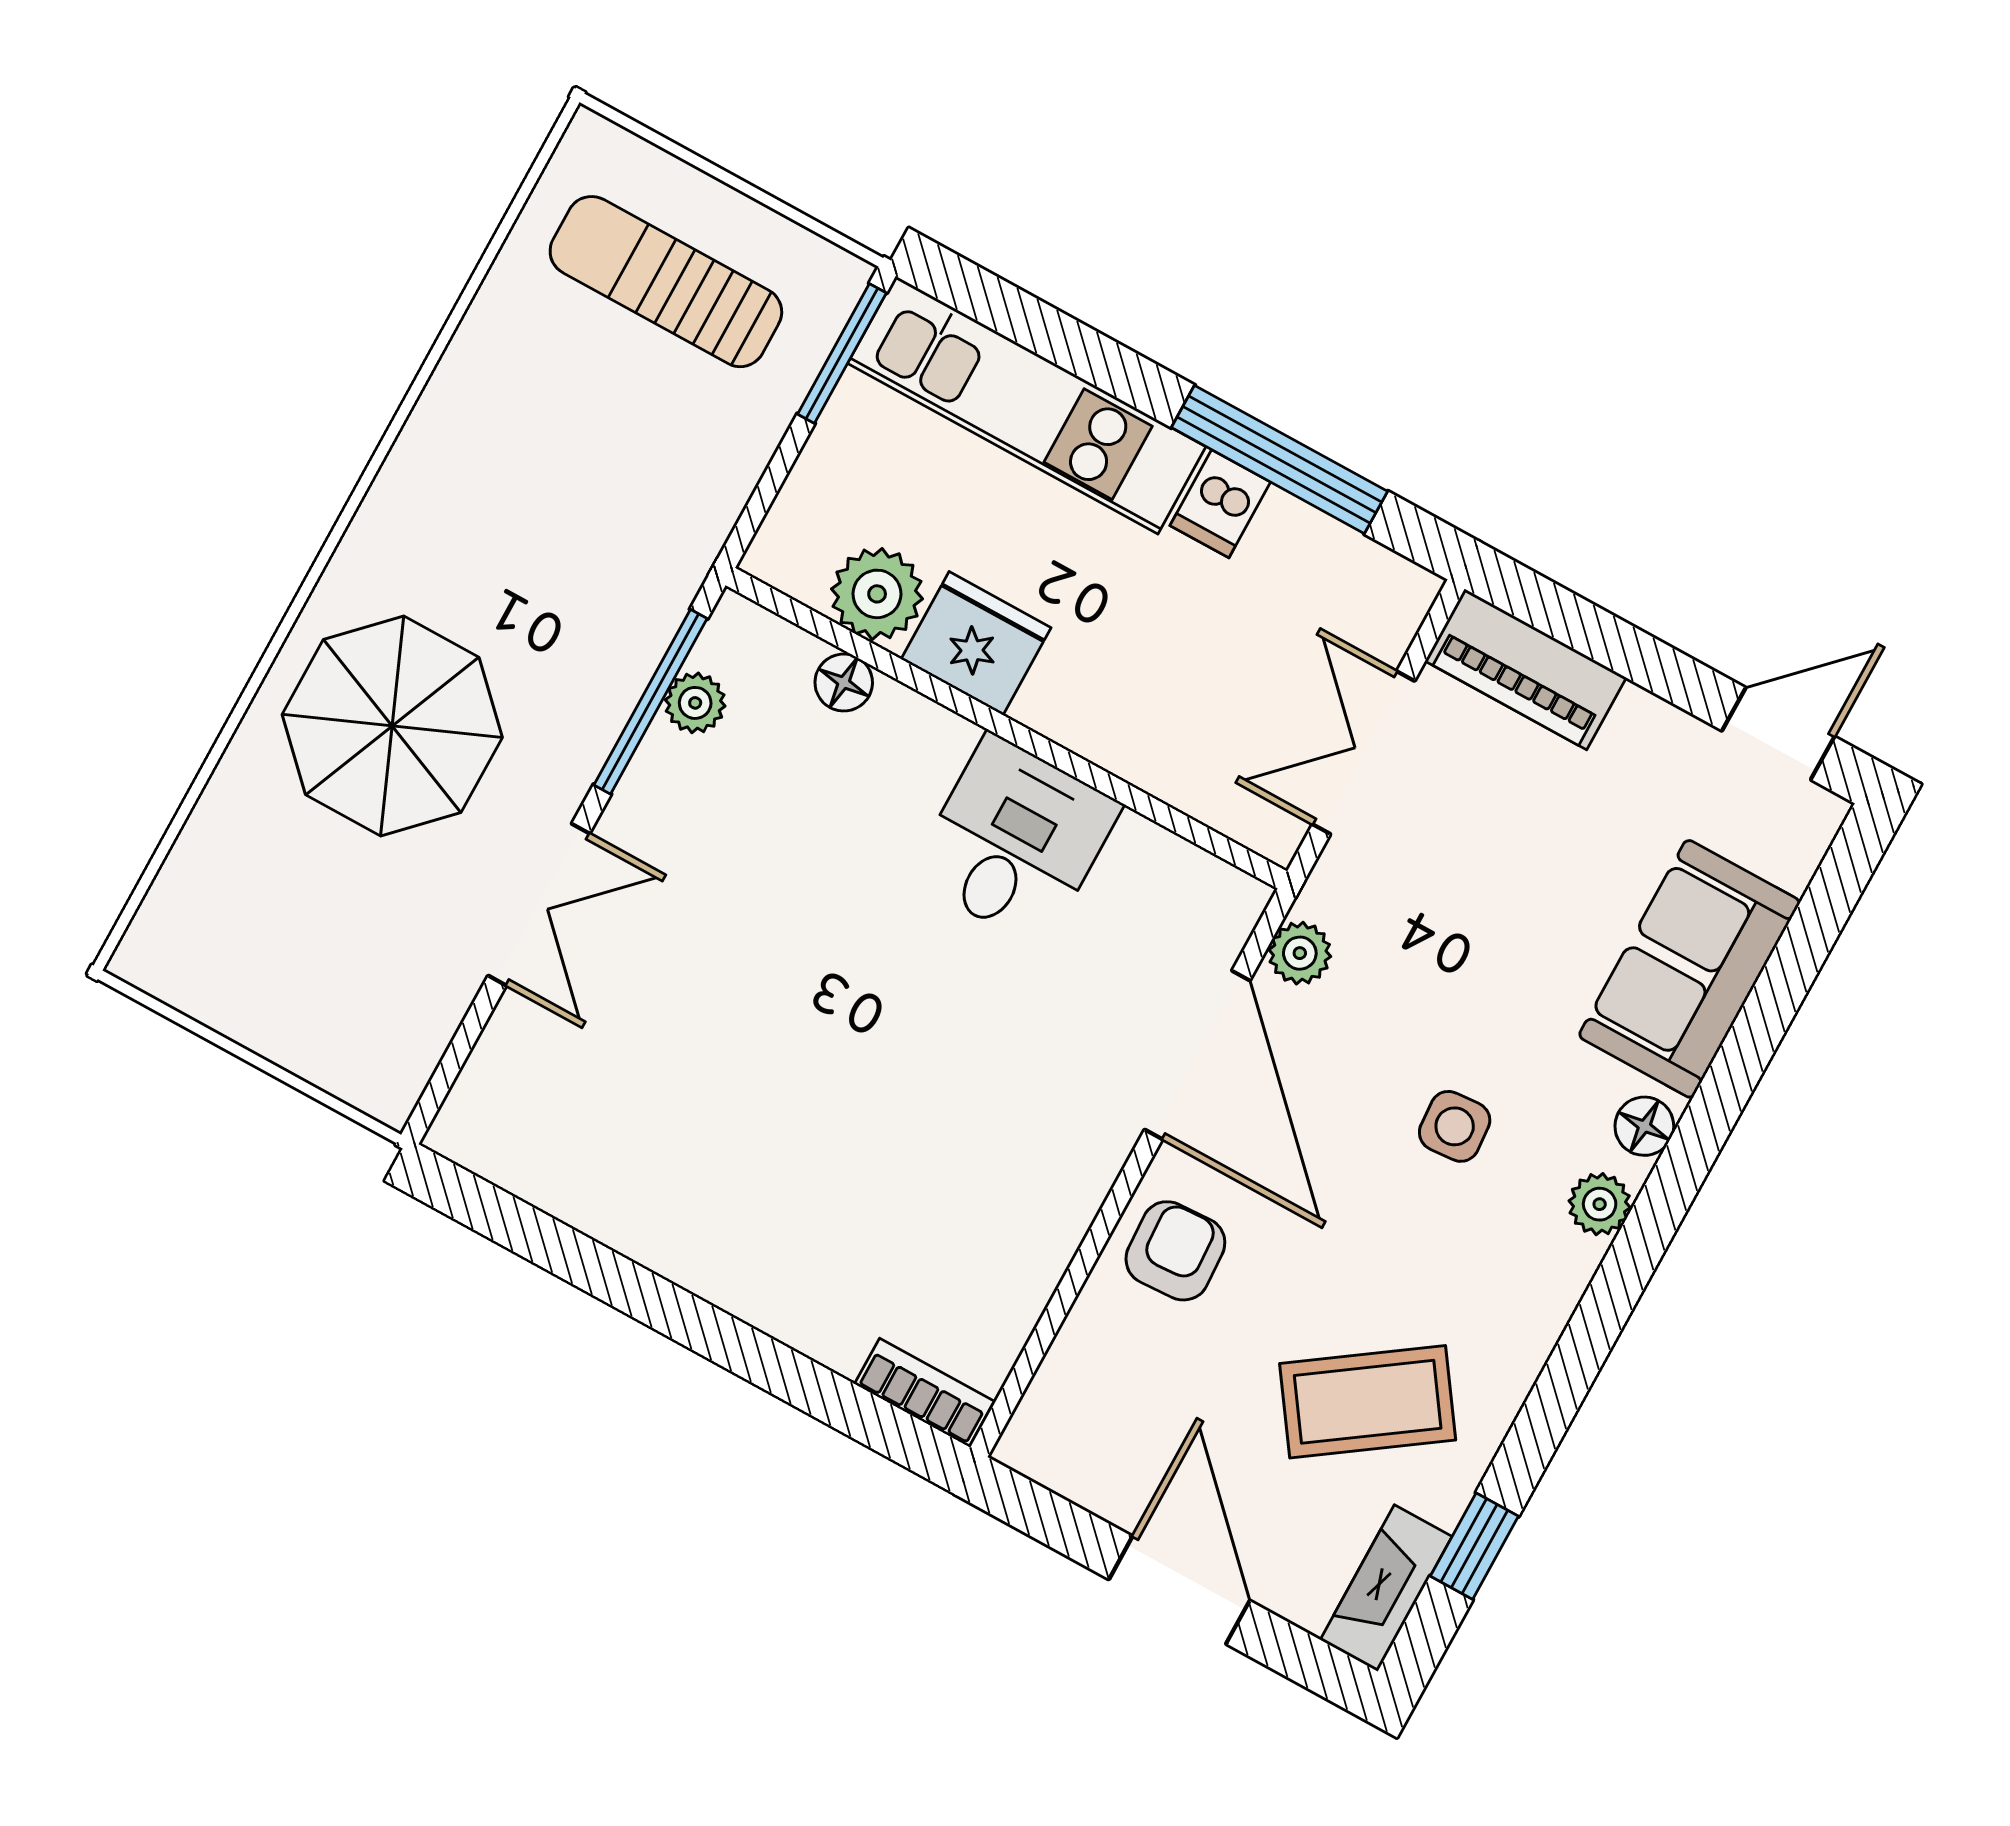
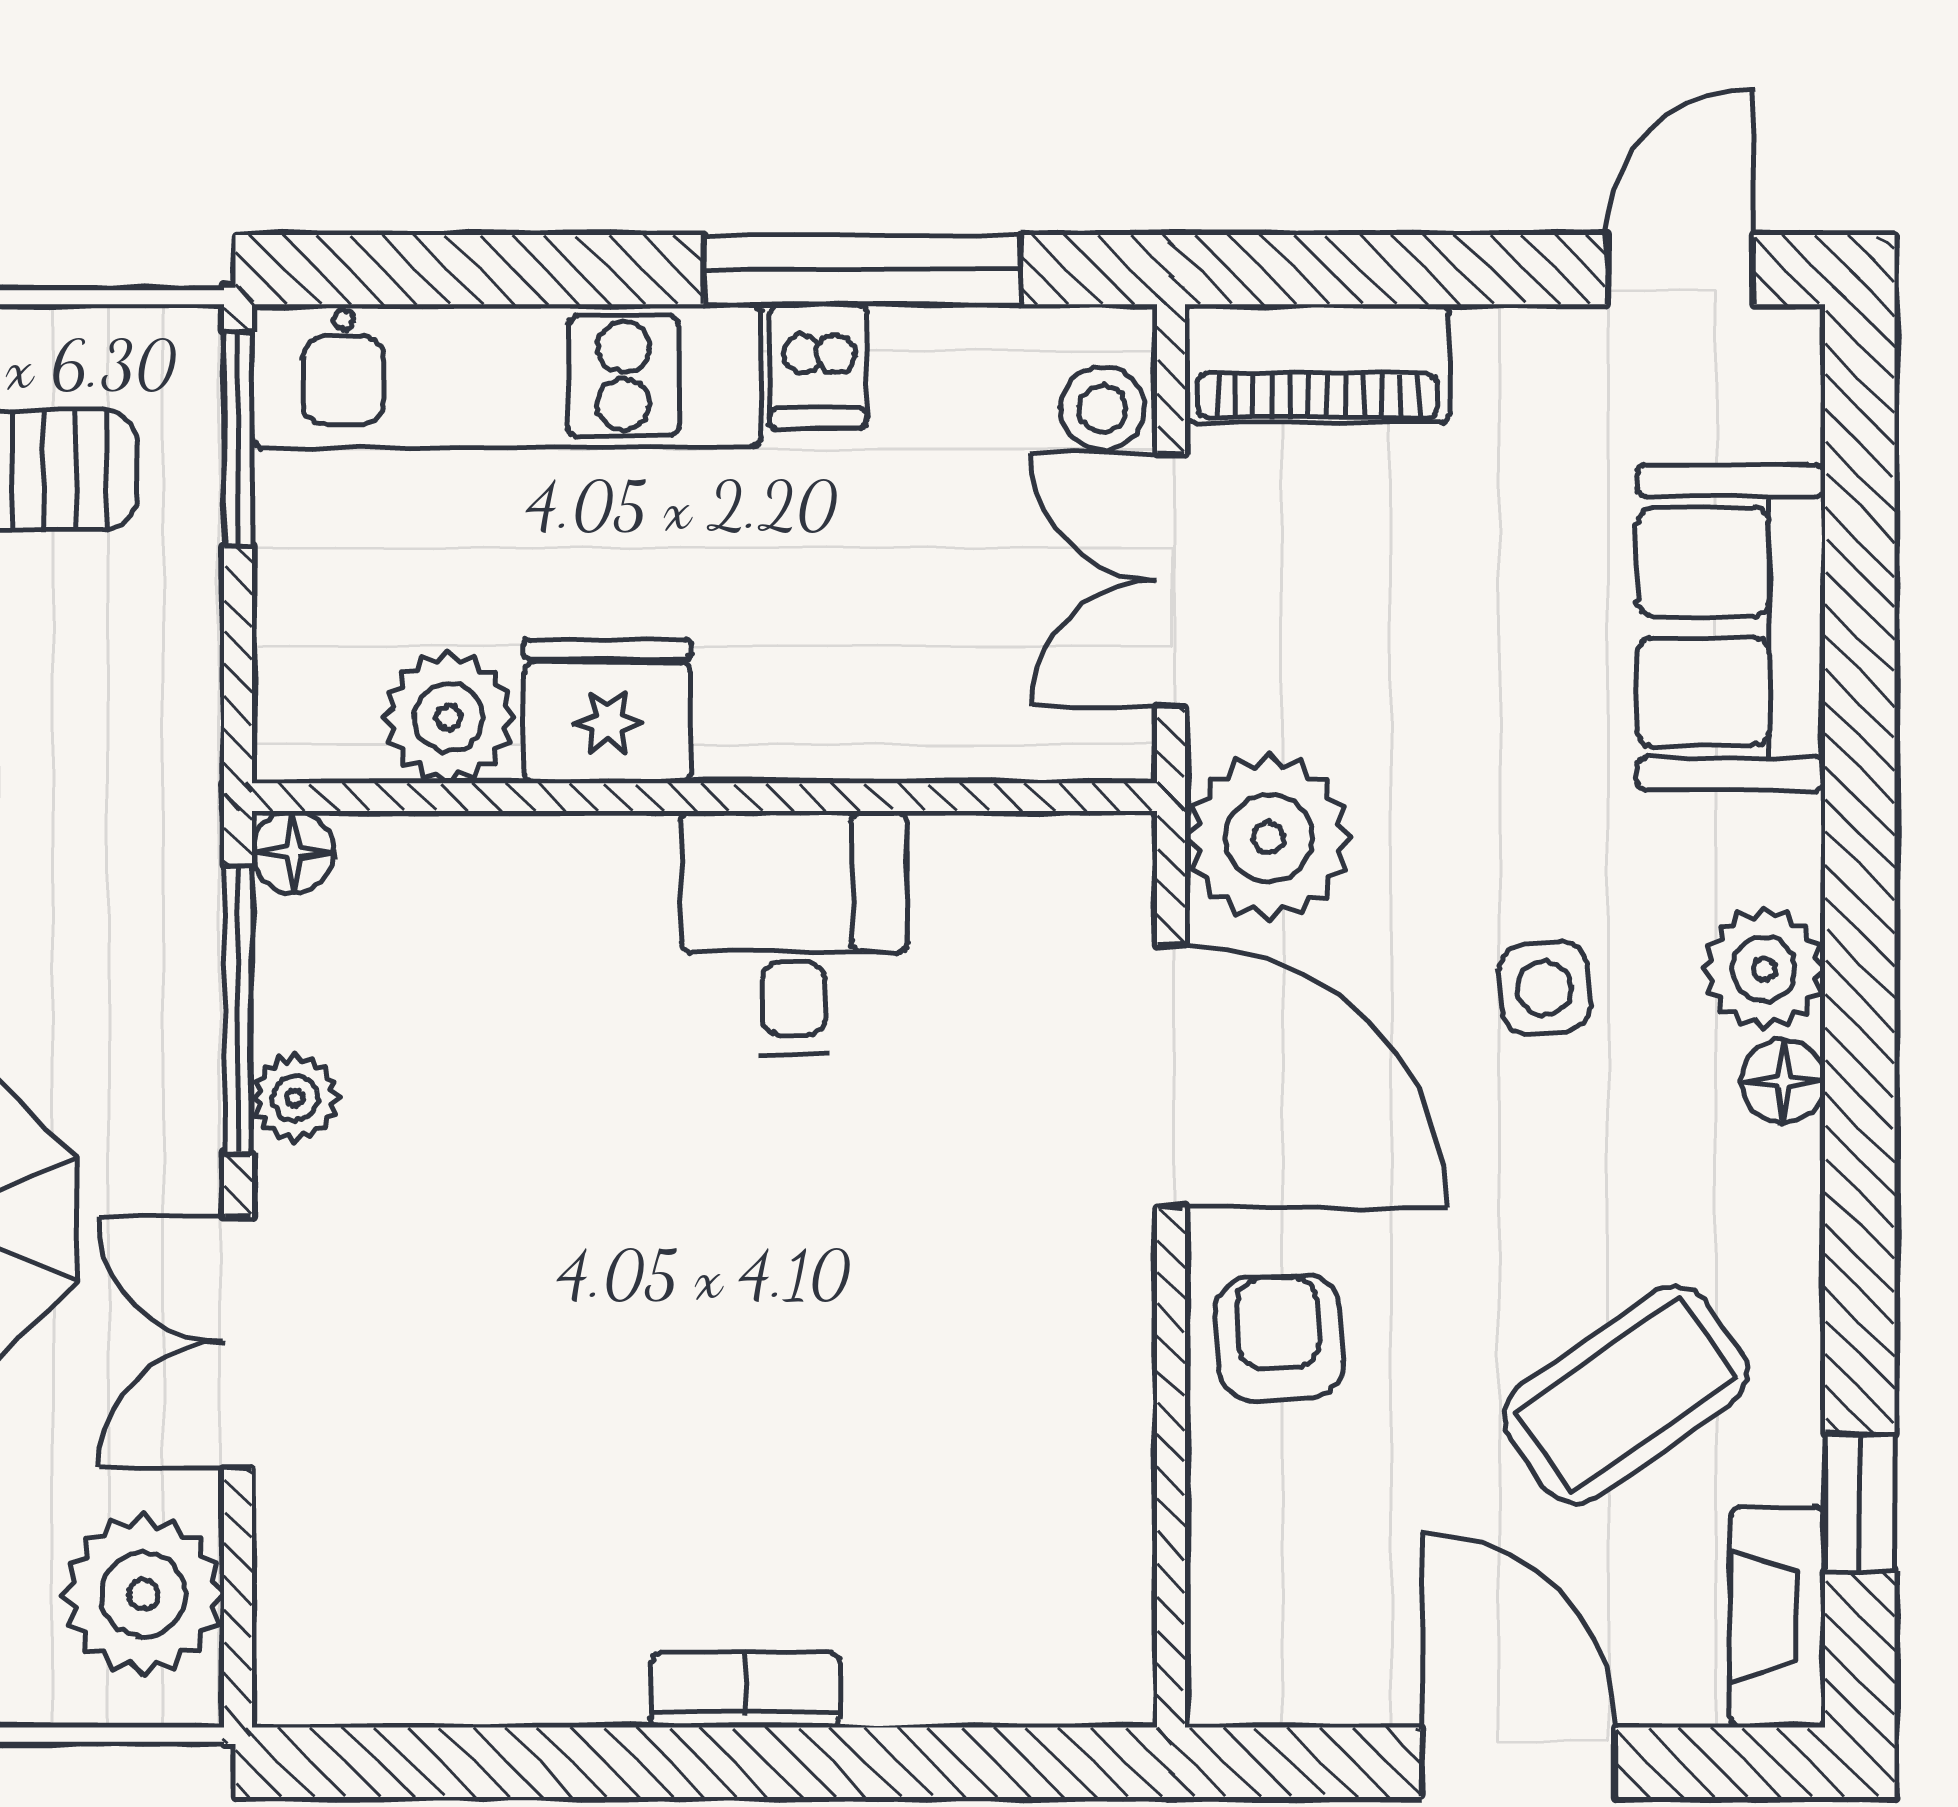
stool: (1379, 625) -> (1102, 409), added
floor lamp: (844, 683) -> (293, 852), moved
plant: (695, 703) -> (295, 1098), moved
double door: (539, 905) -> (238, 1343), swing flipped
plant: (1300, 953) -> (1269, 838), width x1.87, depth x1.87
plant: (397, 1026) -> (143, 1594), added
floor lamp: (1644, 1126) -> (1783, 1081), moved
plant: (1600, 1204) -> (1764, 969), width x1.38, depth x1.38
bookcase: (924, 1393) -> (745, 1690), moved

